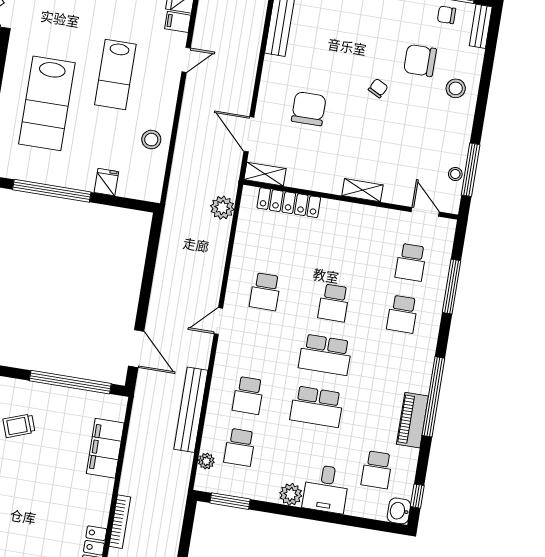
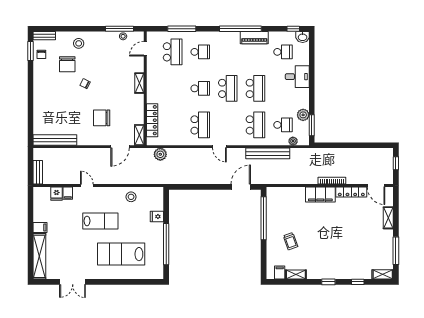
lab bench: (47, 103) -> (121, 254), turned 180
school desk: (411, 262) -> (173, 52), width x1.85
school desk: (265, 292) -> (200, 125), width x1.85
school desk: (248, 395) -> (255, 125), width x1.85
filing cabinet: (105, 448) -> (320, 194), moved
plant: (291, 494) -> (303, 115), moved

